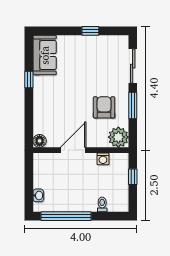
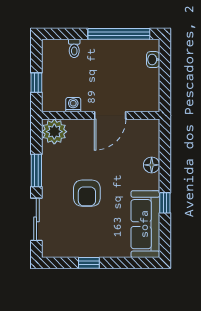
sofa: (45, 55) -> (145, 224), width x1.36
armchair: (104, 107) -> (87, 193), moved
floor lamp: (40, 141) -> (152, 165), moved

